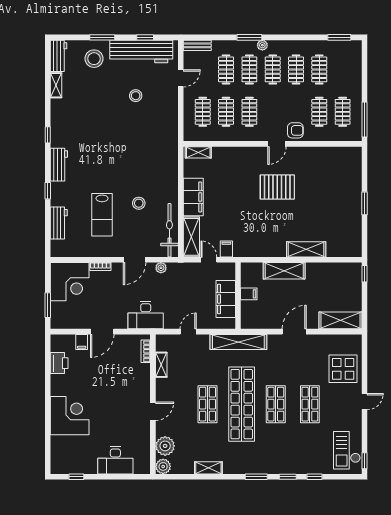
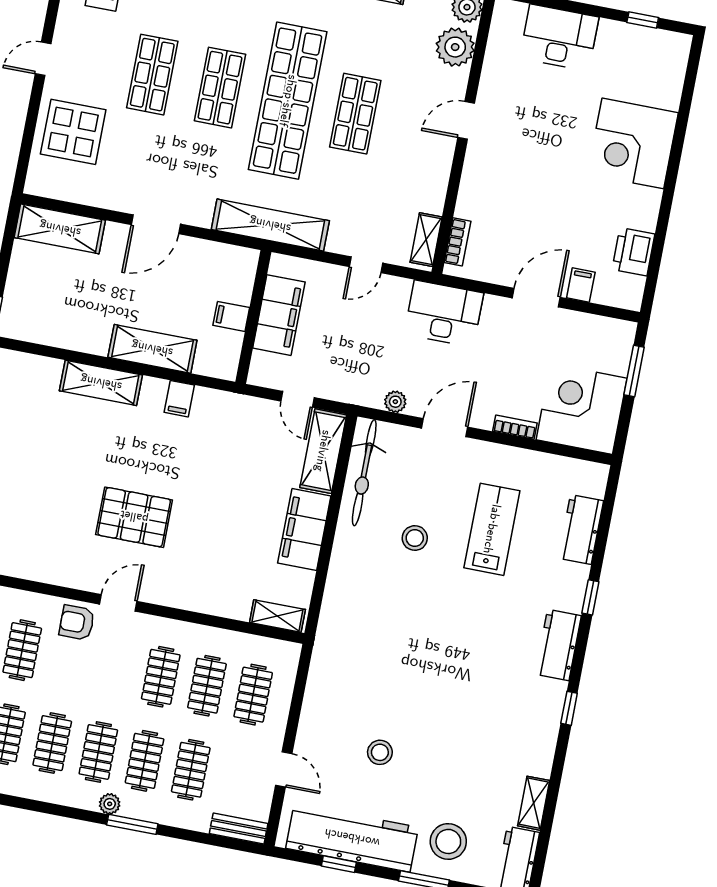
door: (181, 78) -> (284, 769), swing flipped
filing cabinet: (226, 249) -> (179, 399), moved
shelving: (161, 365) -> (426, 240), moved

